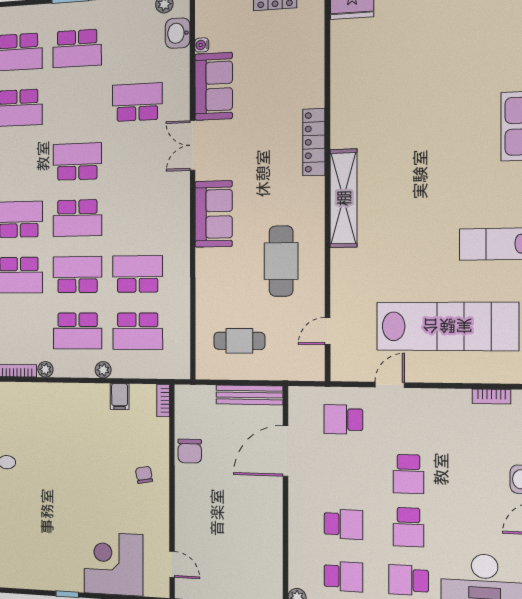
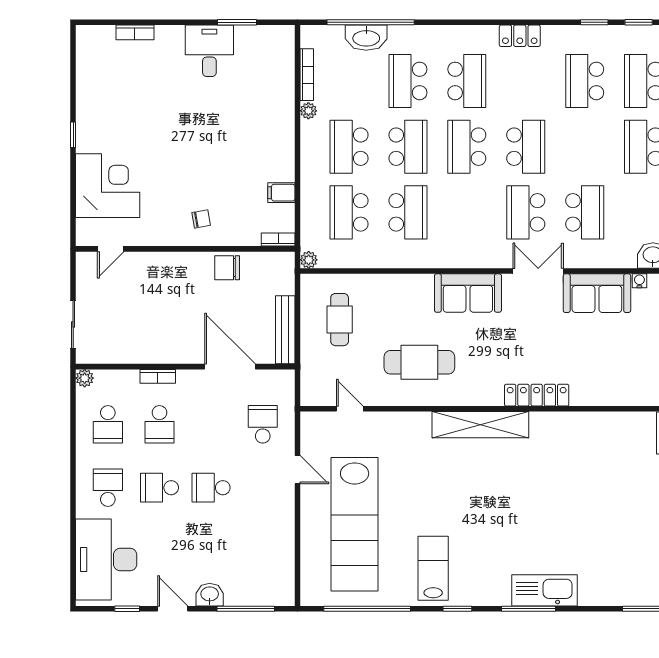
school desk: (137, 159) -> (526, 212), added
plant: (103, 370) -> (309, 260), moved
bookcase: (491, 397) -> (158, 376), moved, turned -90

